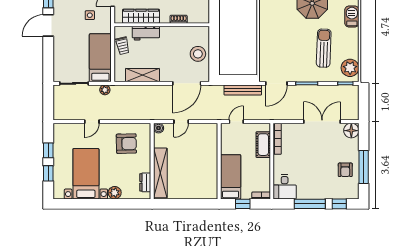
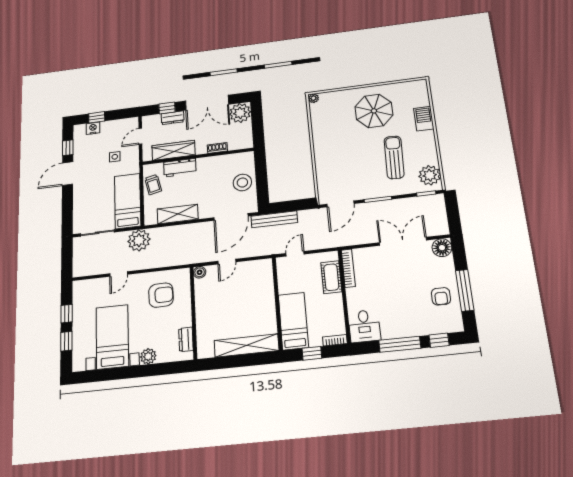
plant: (105, 90) -> (139, 240), width x1.87, depth x1.87
bench: (243, 90) -> (274, 219), moved
shelving: (160, 173) -> (246, 345), moved, turned 90

